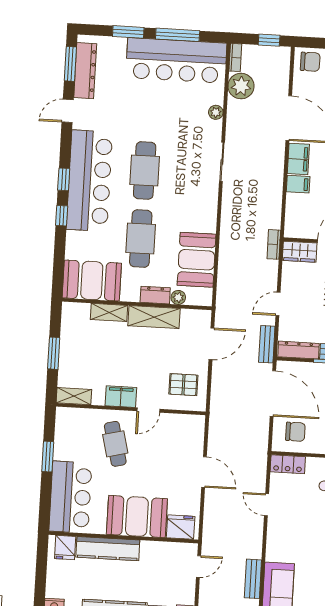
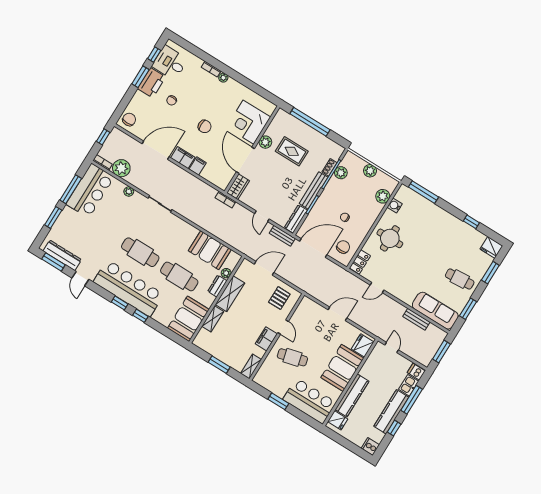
bar counter: (176, 60) -> (90, 191), width x0.73
door: (211, 344) -> (264, 268), hinge flipped

